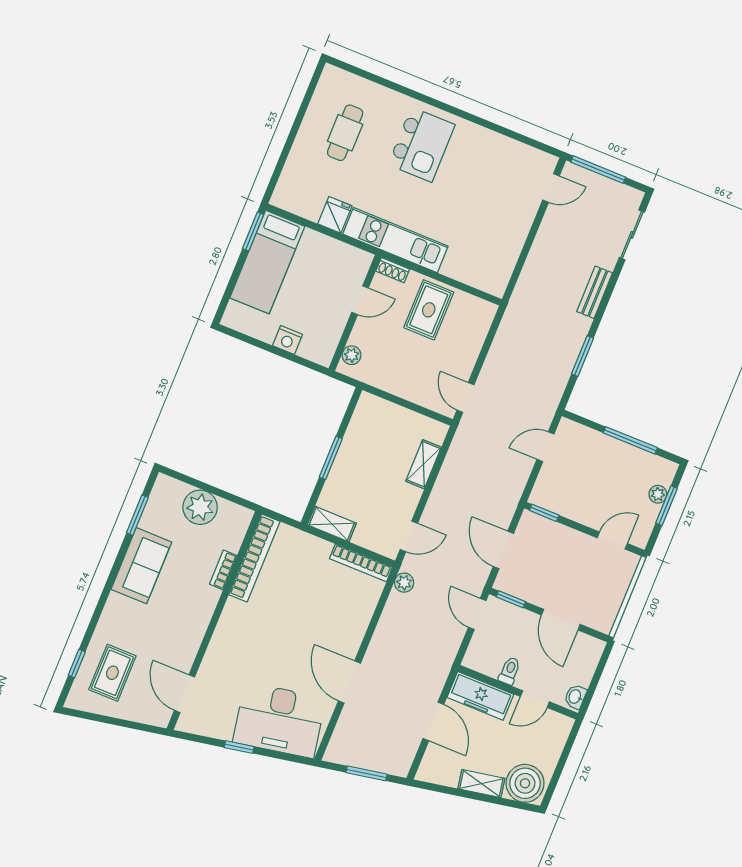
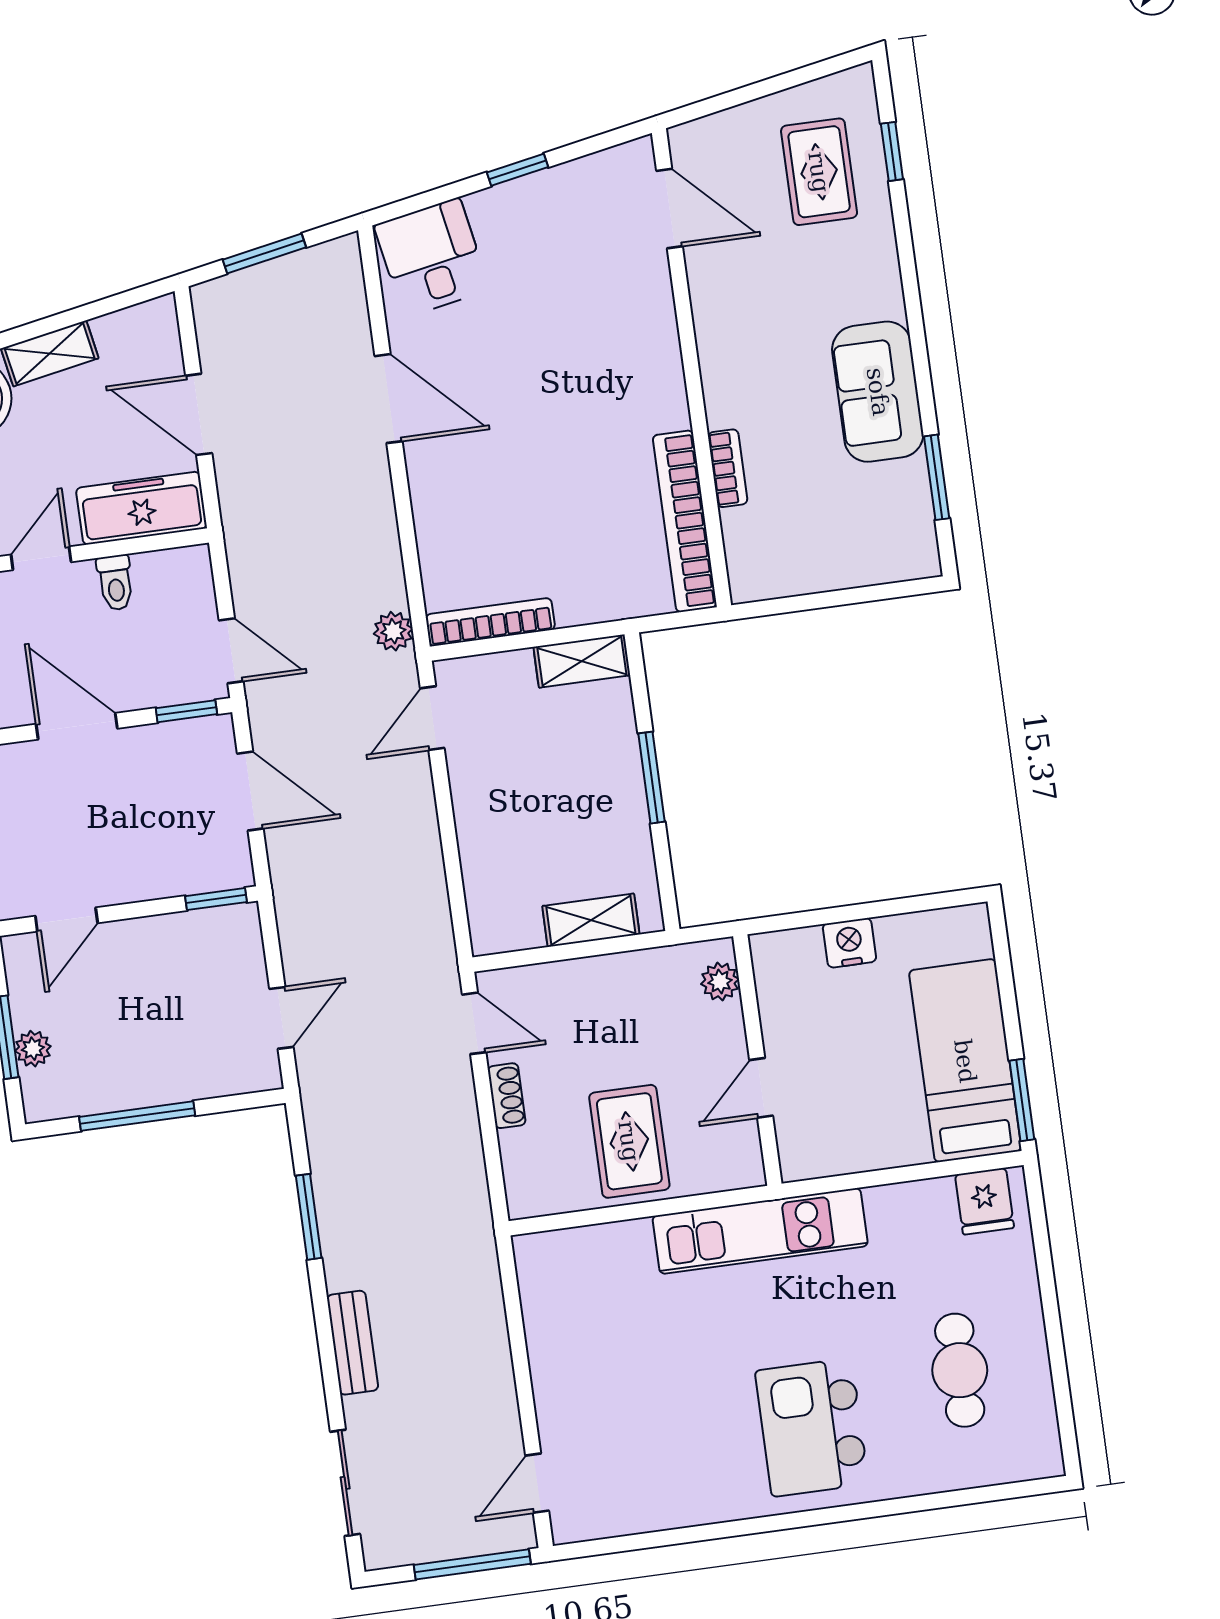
fridge: (335, 215) -> (985, 1201), moved
shoe rack: (393, 270) -> (507, 1096), moved, turned 90
shelving: (424, 464) -> (591, 920), moved, turned 90
plant: (200, 507) -> (833, 556), removed
desk: (279, 720) -> (432, 257), width x0.53, depth x0.77

